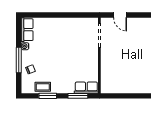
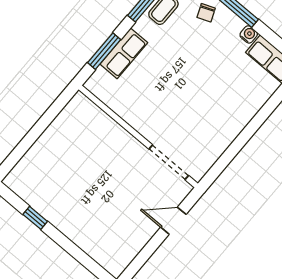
row of seats: (86, 88) -> (124, 53), moved

